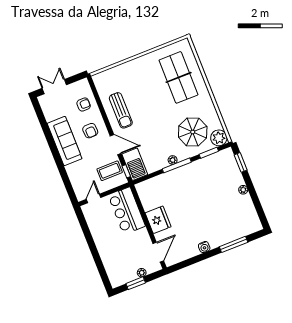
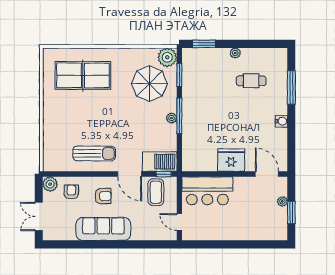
plant: (83, 85) -> (50, 184), added
door: (116, 145) -> (130, 174), swing flipped
cafe table: (226, 211) -> (251, 81), added

